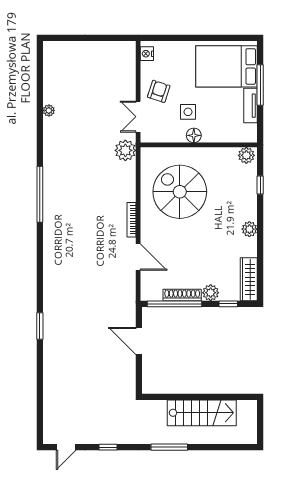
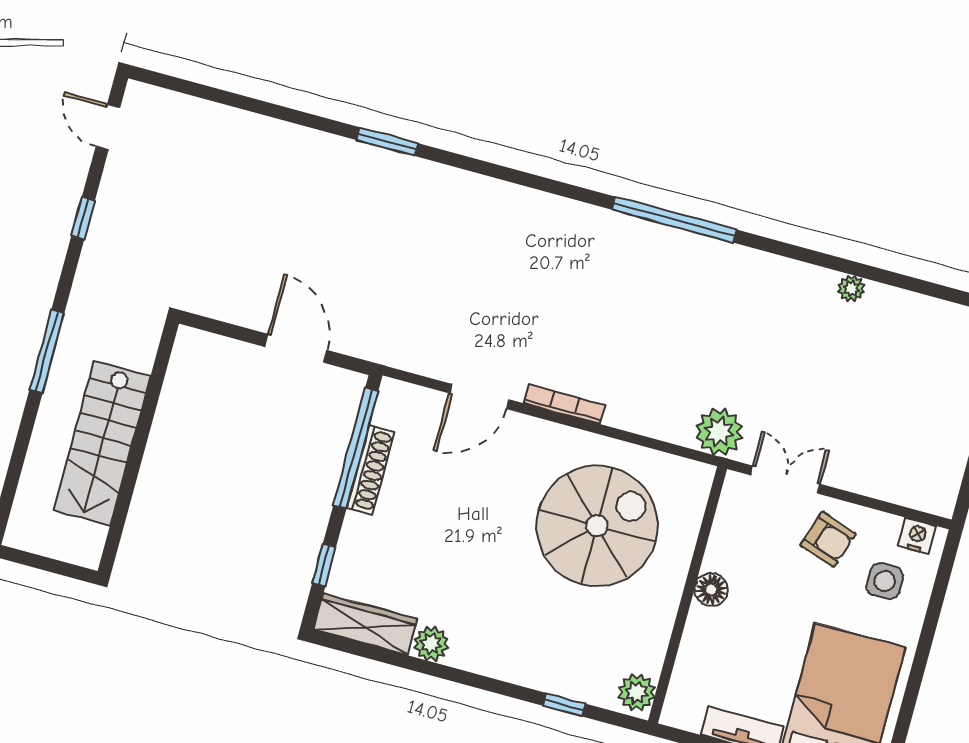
side table: (188, 112) -> (885, 581), moved
plant: (249, 229) -> (431, 644), moved
plant: (211, 293) -> (359, 533), removed
door: (139, 341) -> (296, 348), hinge flipped

